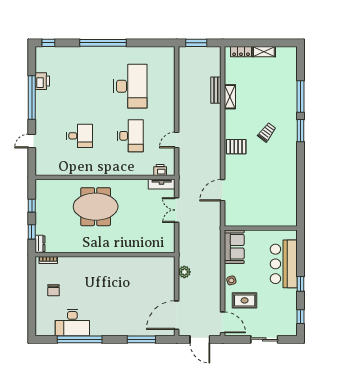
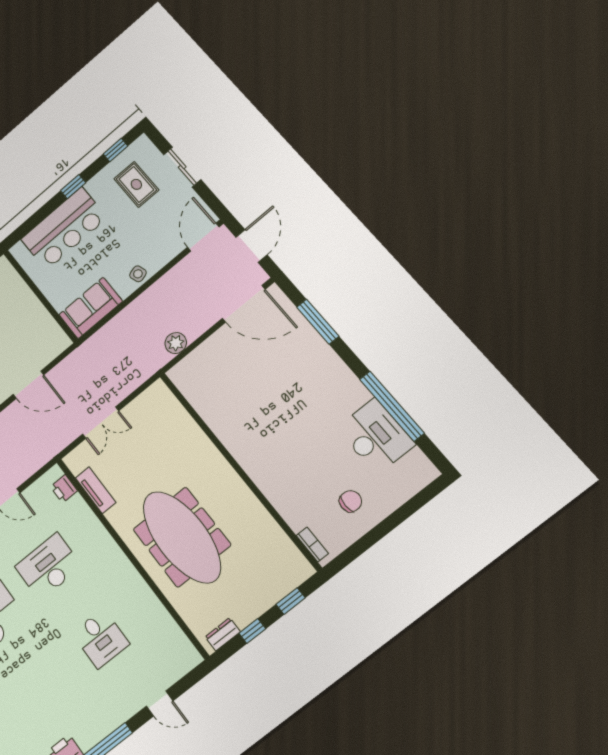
desk: (80, 136) -> (101, 639), turned 180
tv unit: (162, 184) -> (96, 490), moved
meeting table: (96, 207) -> (182, 537), width x1.36
dresser: (40, 244) -> (223, 634), moved
rug: (245, 300) -> (136, 184), moved

